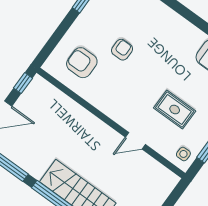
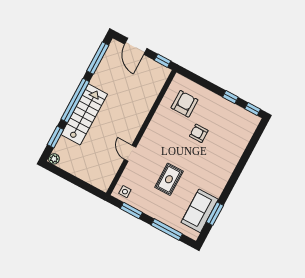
armchair: (122, 50) -> (199, 133), turned 180
rug: (175, 109) -> (169, 179), moved

